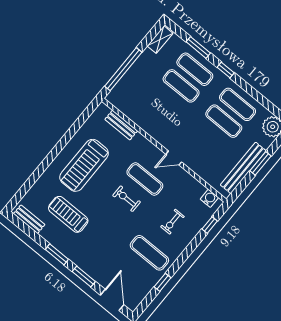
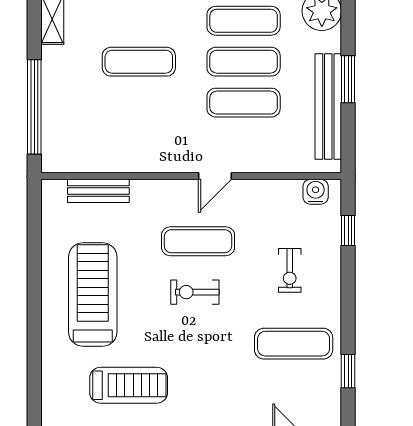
exercise mat: (195, 69) -> (244, 103), moved
treadmill: (84, 165) -> (93, 295), turned 180
treadmill: (68, 214) -> (129, 385), turned 180

